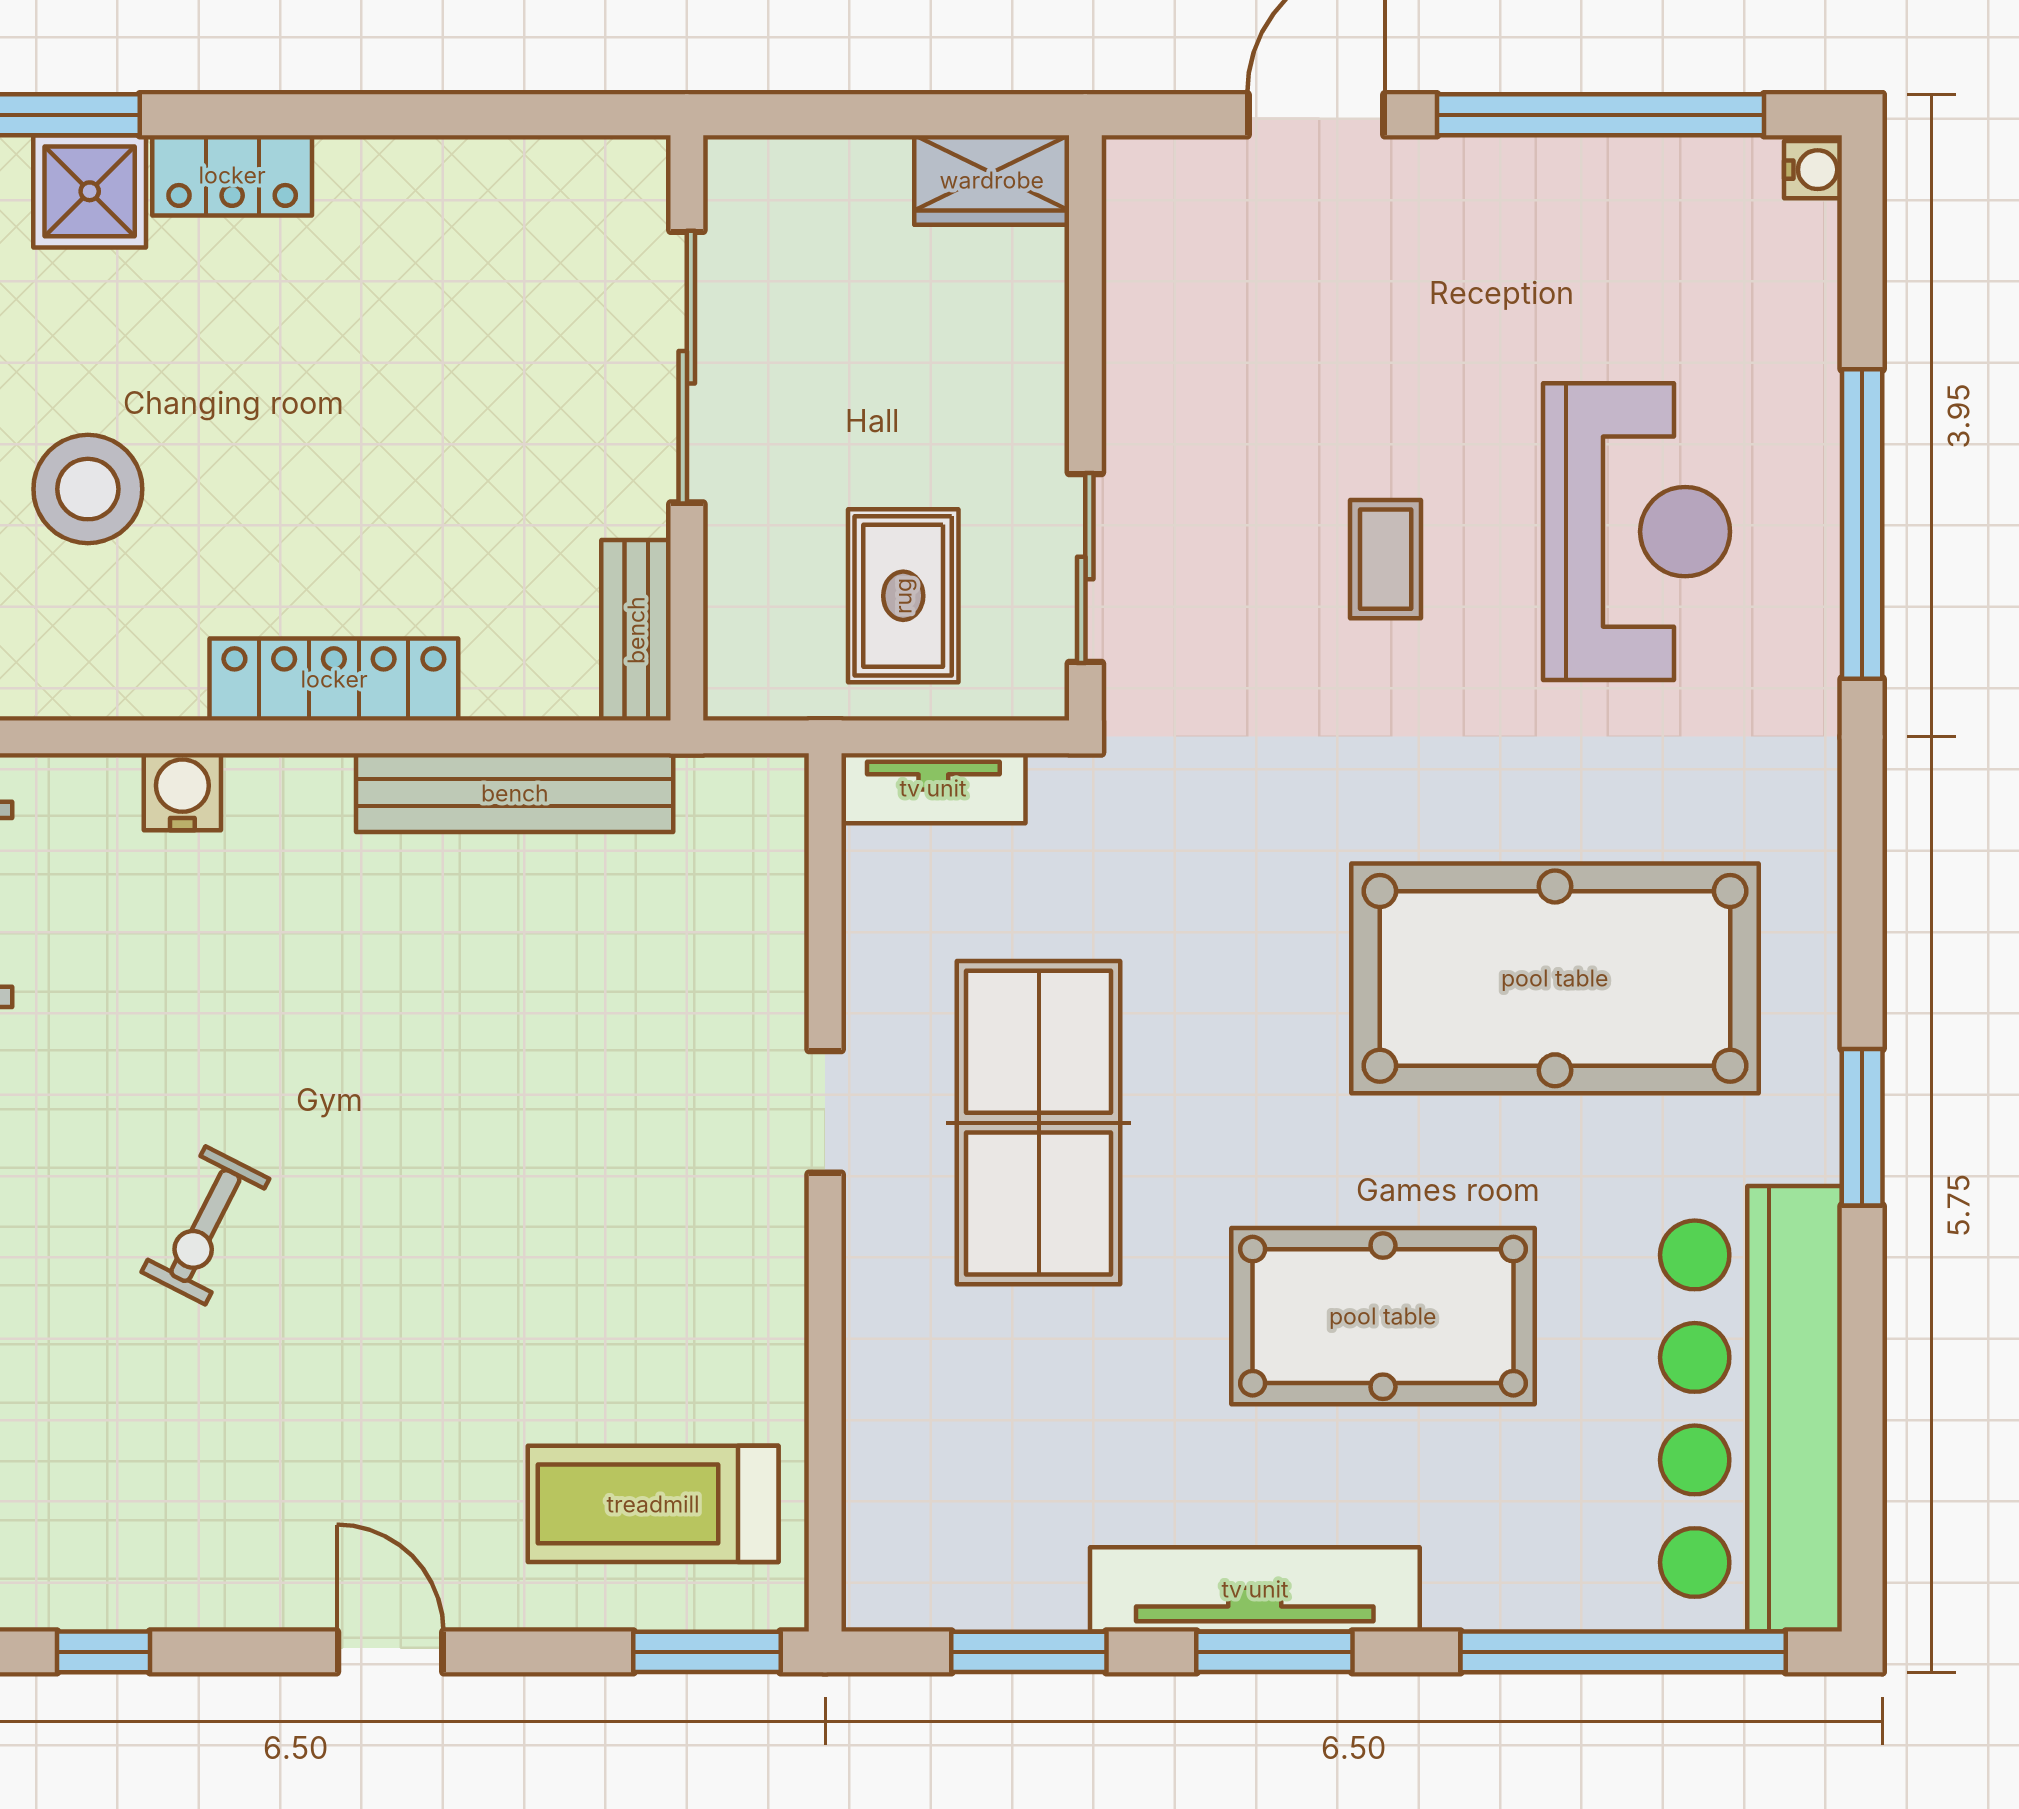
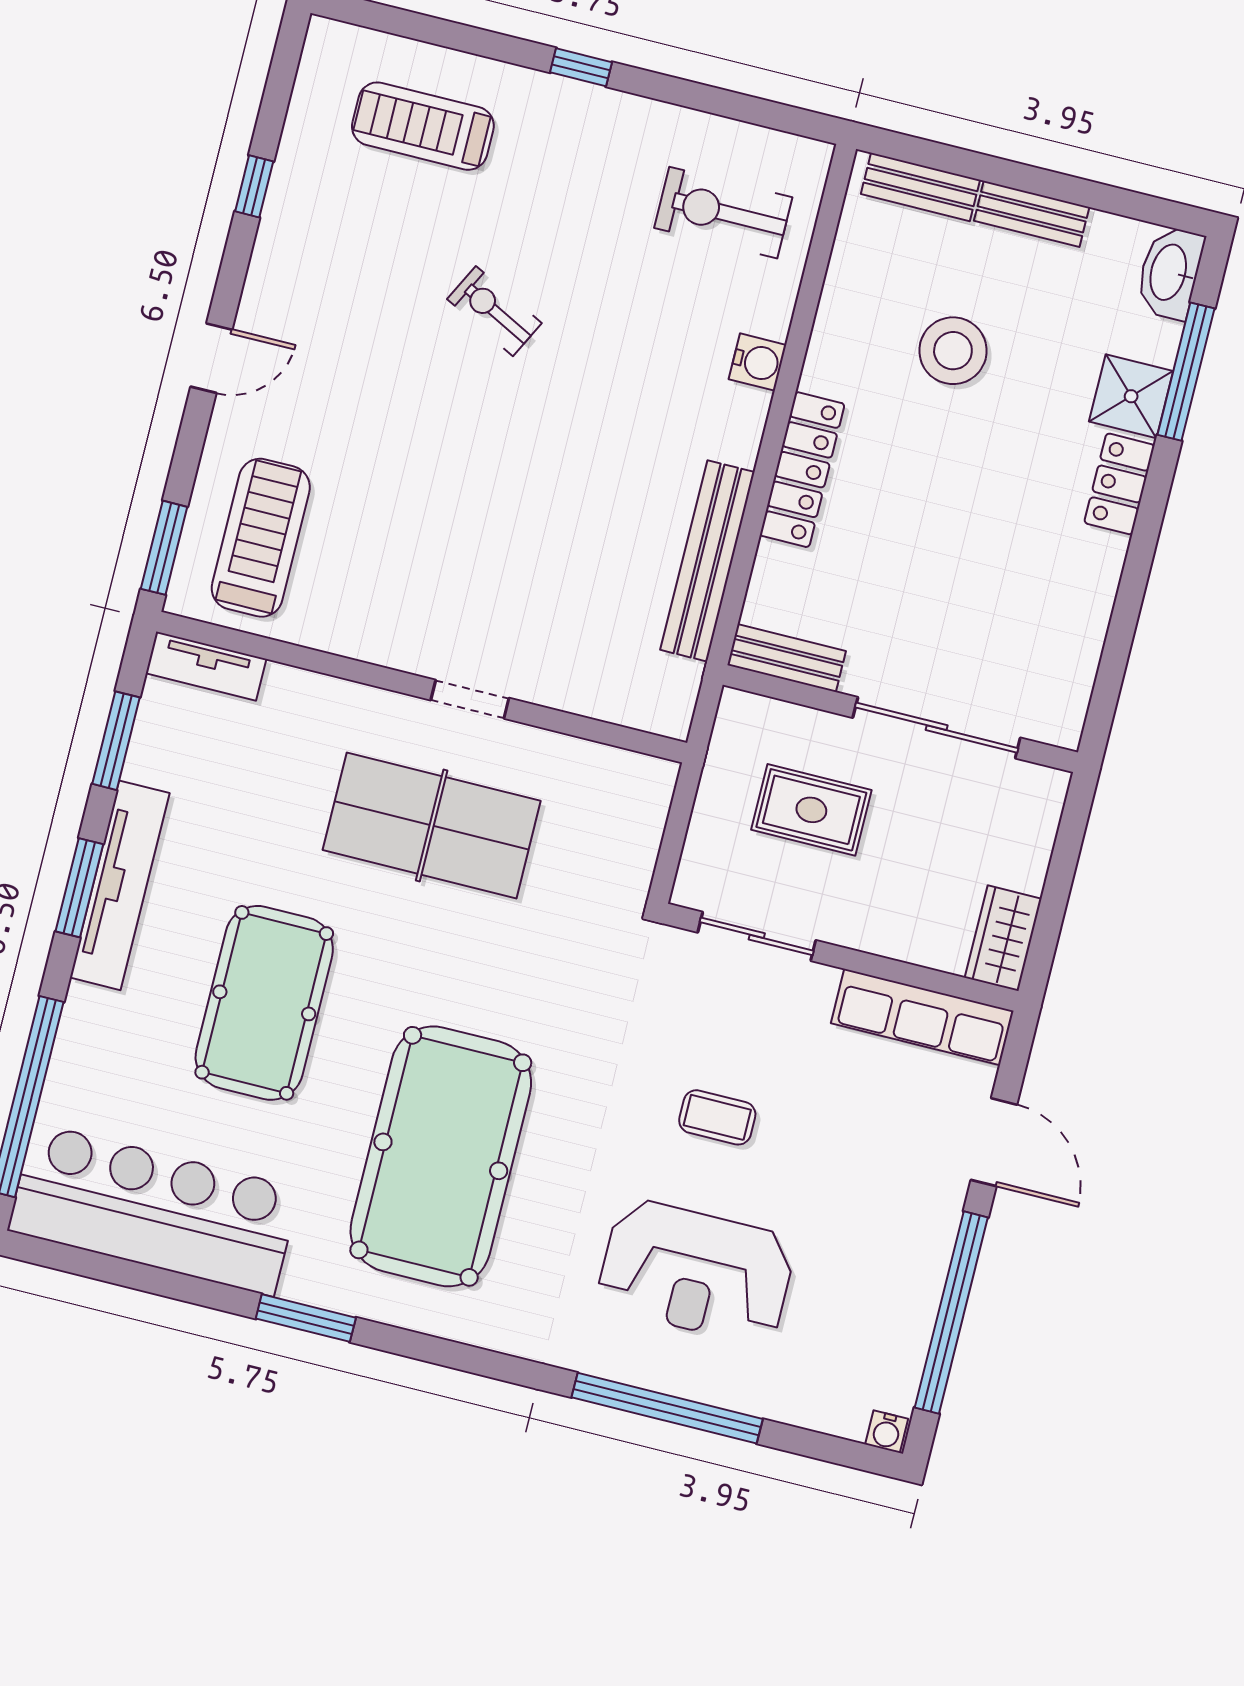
row of seats: (1147, 276) -> (922, 1017), added
rug: (903, 596) -> (811, 810), moved
tv unit: (933, 788) -> (206, 666), moved, turned -90

